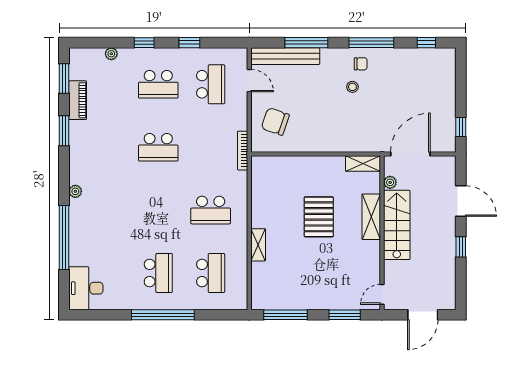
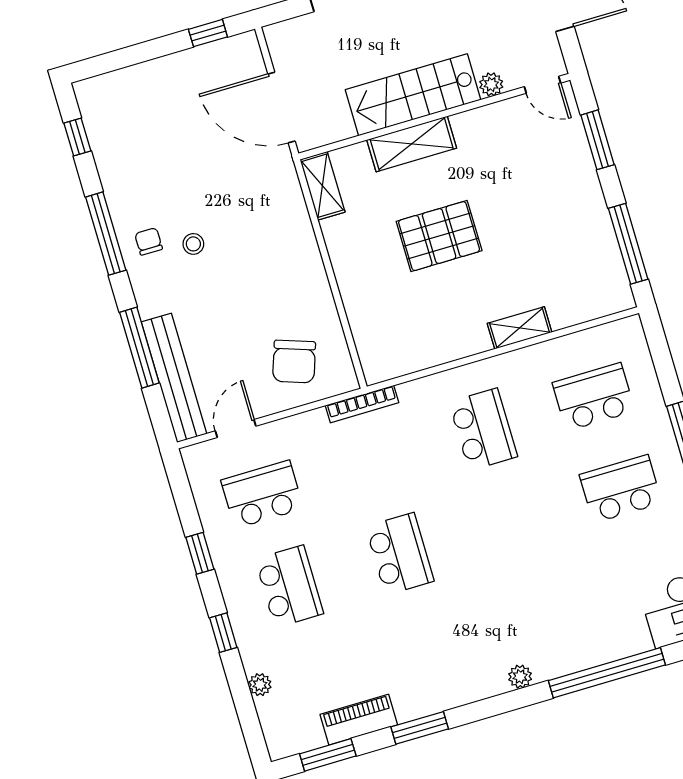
plant: (390, 182) -> (491, 84), moved

